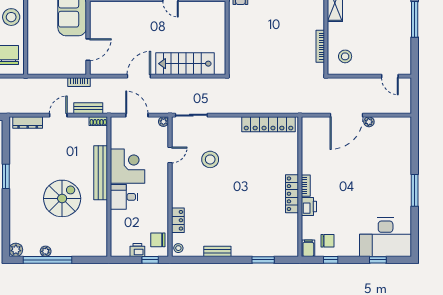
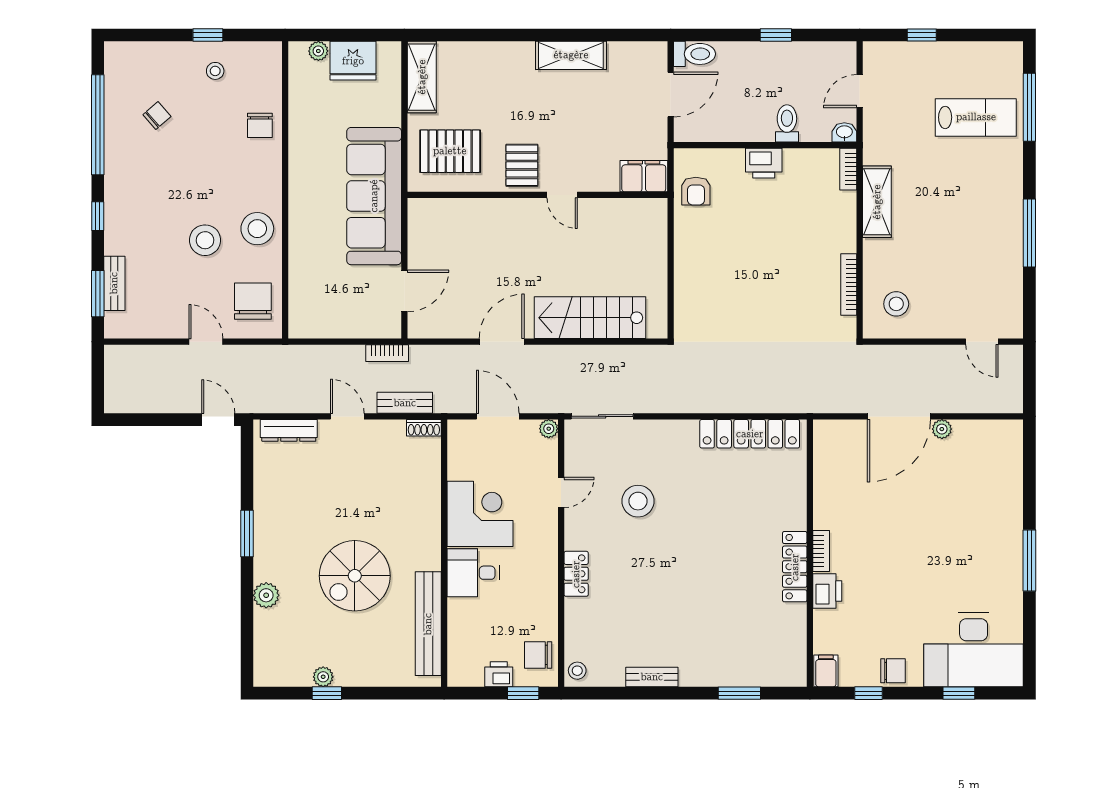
door: (58, 115) -> (347, 416), hinge flipped
bench: (101, 173) -> (428, 624), moved
spiral stairs: (62, 198) -> (355, 576), turned 180
locker: (178, 220) -> (576, 574), moved
chair: (327, 241) -> (893, 671), moved
plant: (16, 250) -> (266, 595), moved
window: (47, 260) -> (327, 693), width x0.32

